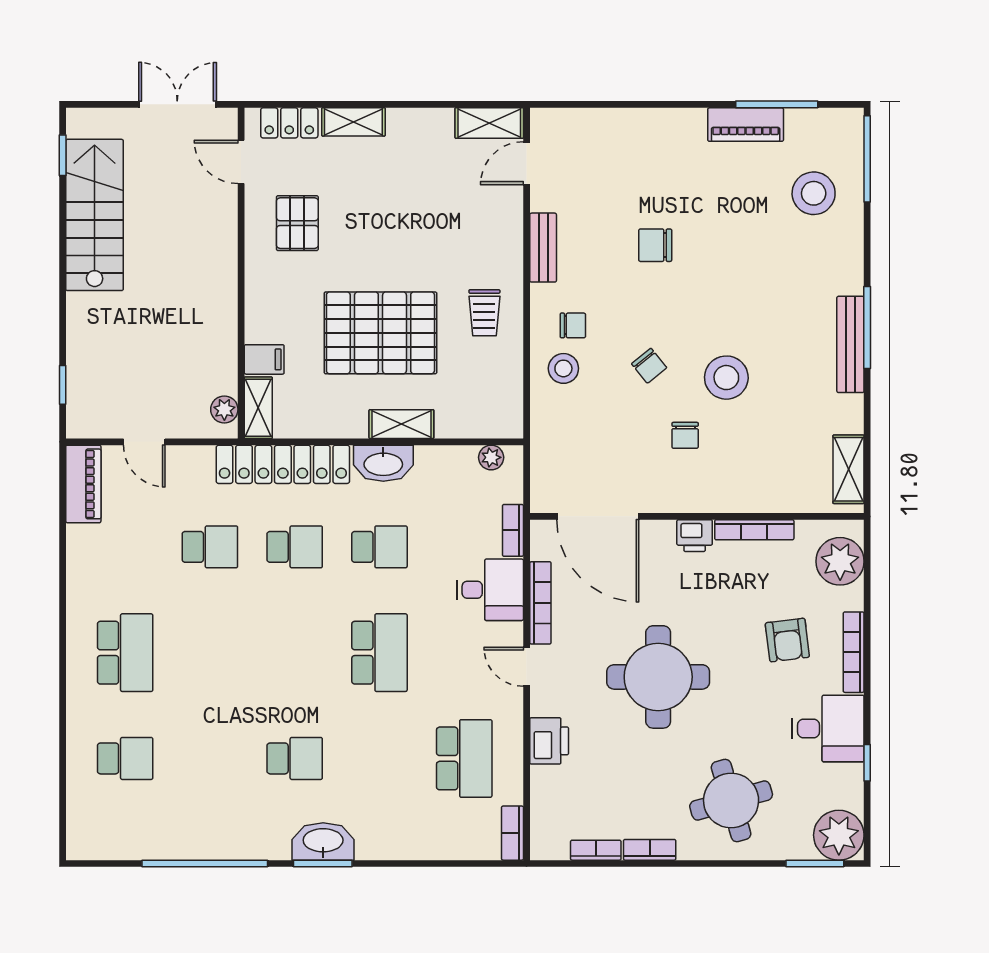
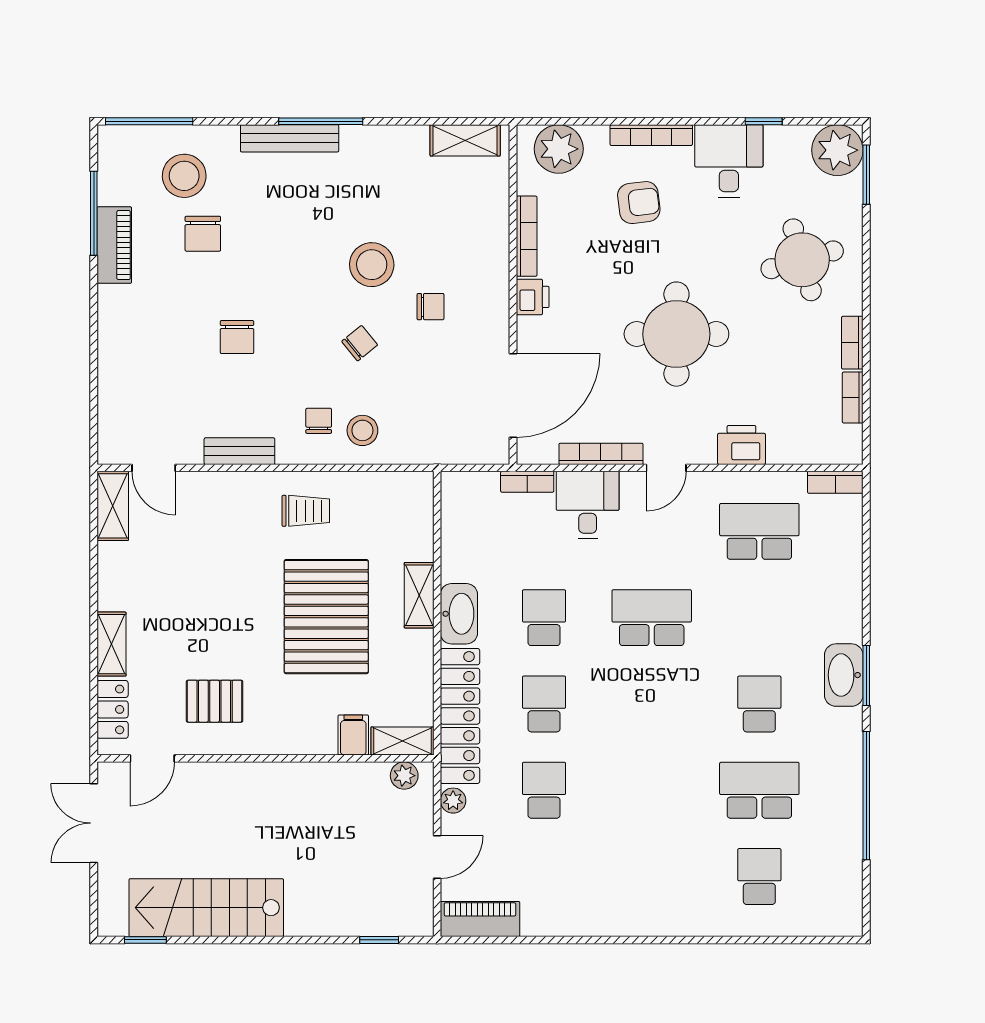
chair: (757, 212) -> (203, 234), added
bench: (850, 344) -> (290, 138), moved
plant: (491, 457) -> (453, 801), moved
school desk: (125, 653) -> (759, 790), moved

